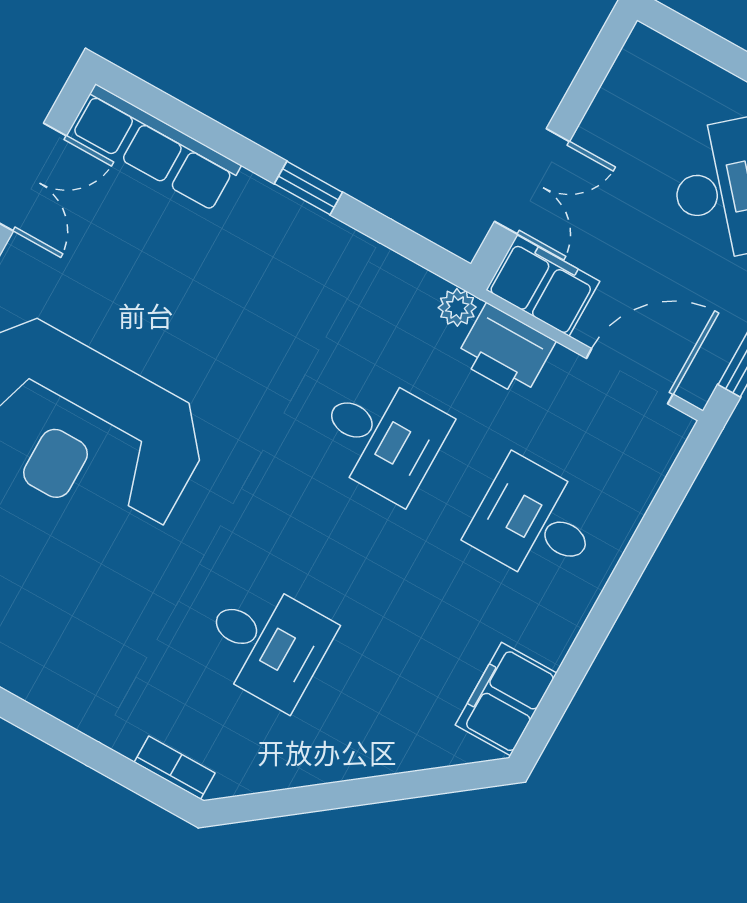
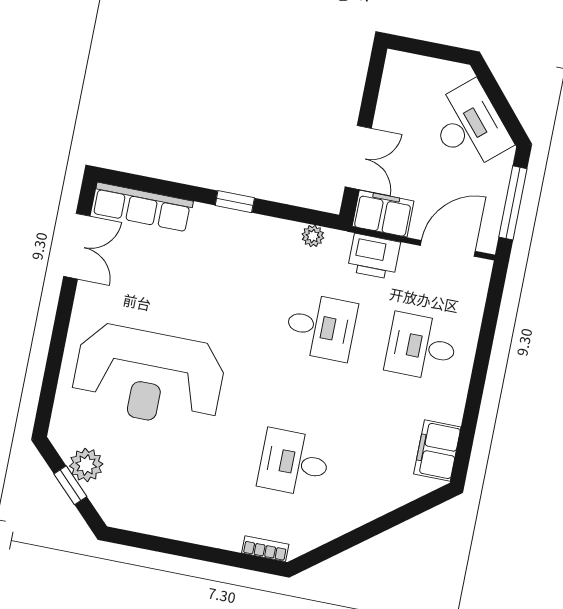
plant: (457, 307) -> (313, 236), moved
desk: (267, 643) -> (294, 463), turned 180

